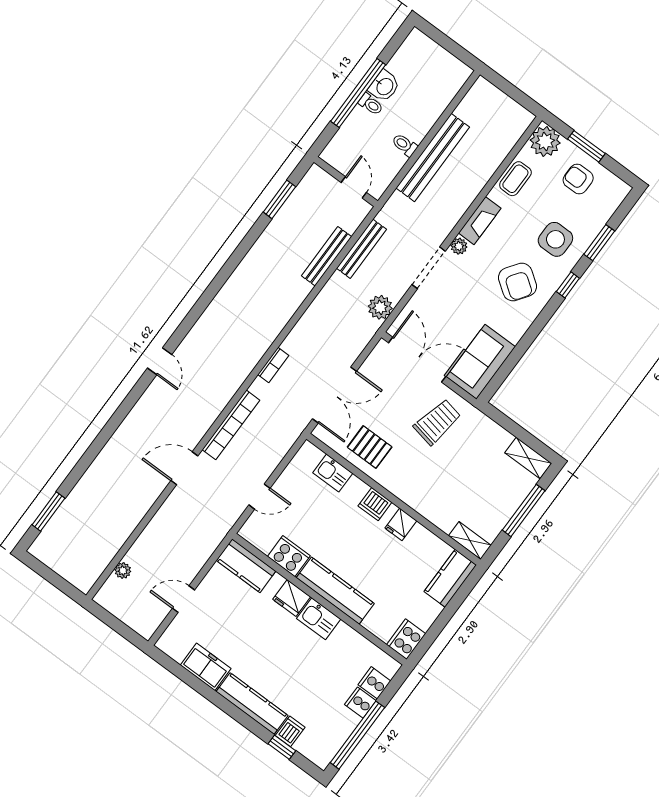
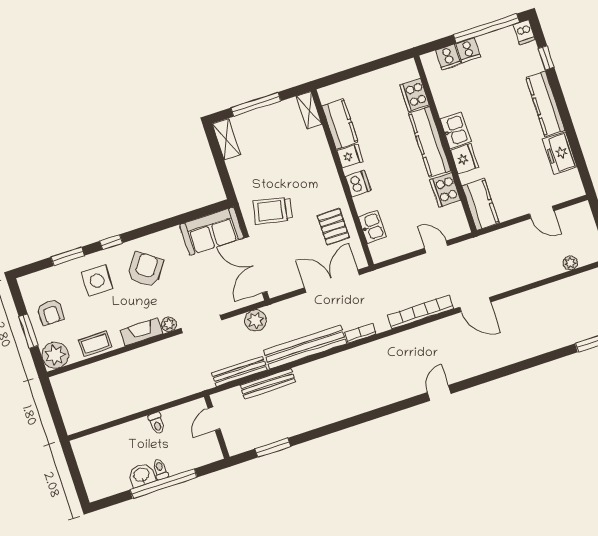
bench: (433, 157) -> (305, 347), moved
kitchen counter: (450, 578) -> (340, 124), moved, turned -90
cooker: (406, 639) -> (415, 95), moved, turned 90
dishwasher: (290, 731) -> (524, 32), moved, turned -90

